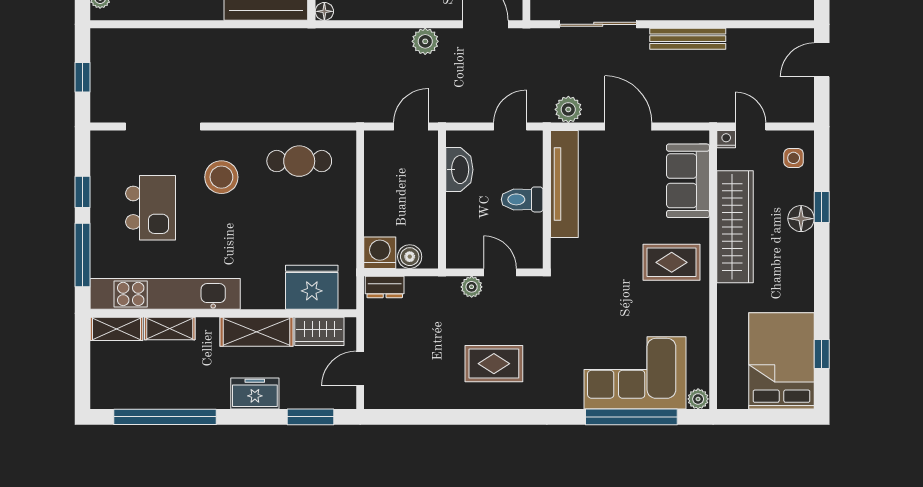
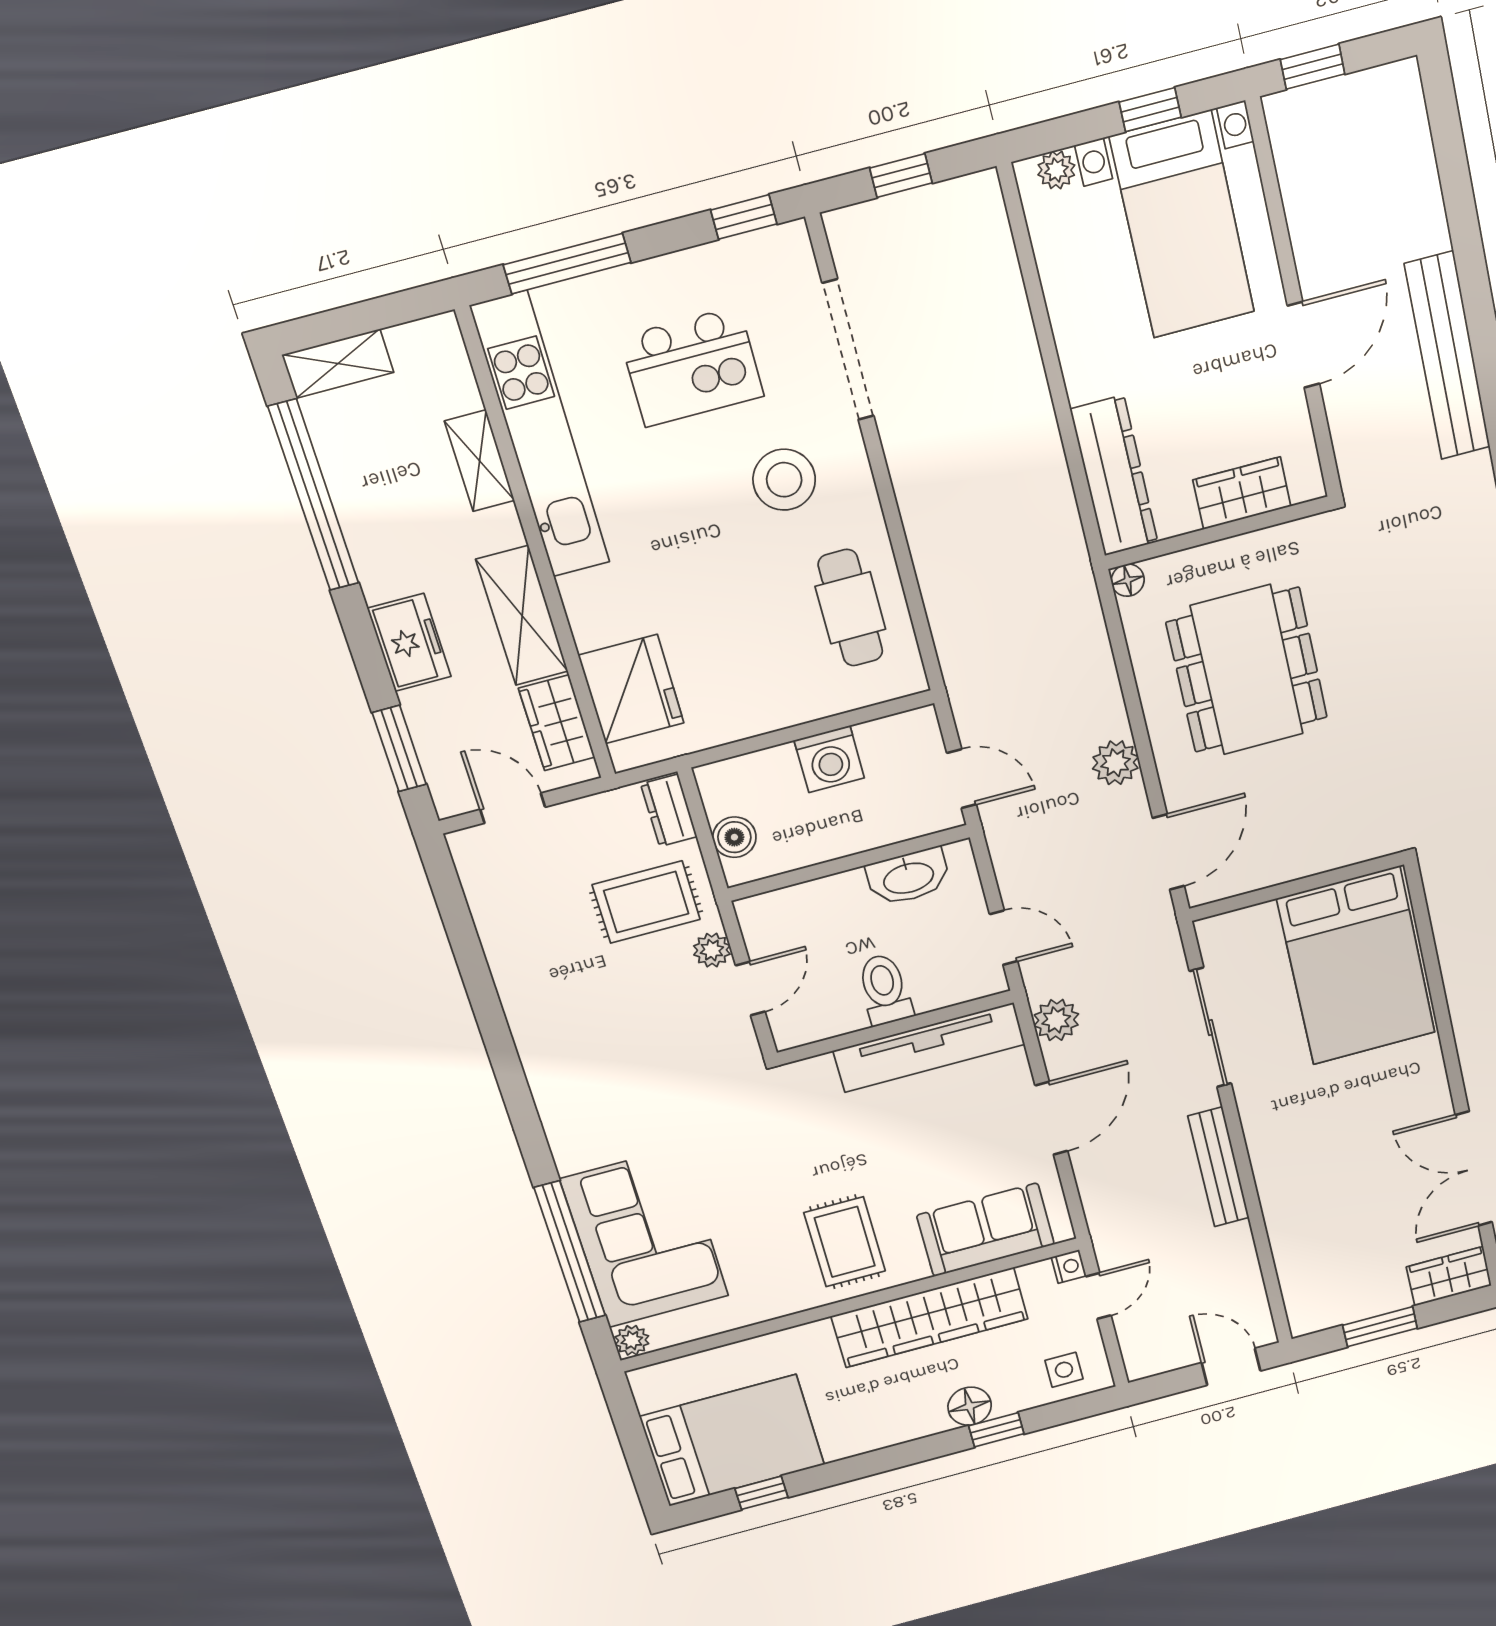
window: (83, 192) -> (744, 217), moved
washing machine: (380, 253) -> (829, 759), moved, turned 90
shelving: (117, 329) -> (338, 364), moved, turned 90
rug: (494, 364) -> (646, 902), moved, turned 90

